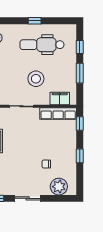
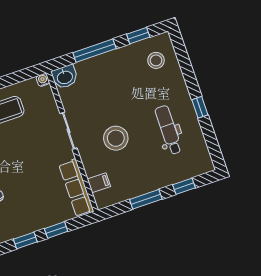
dental chair: (42, 45) -> (169, 130), width x0.73, depth x0.72
filing cabinet: (60, 98) -> (99, 183), width x0.50
window: (80, 124) -> (56, 230), moved

